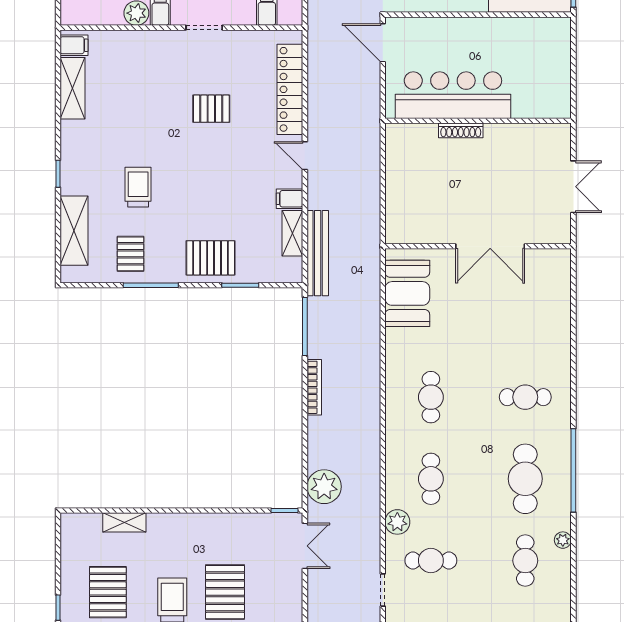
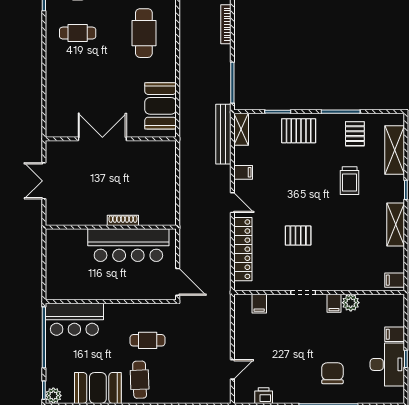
shelving: (73, 88) -> (396, 225), moved
shelving: (292, 233) -> (241, 129), moved
bookcase: (314, 387) -> (226, 24), moved
cafe table: (431, 397) -> (144, 33), width x1.37, depth x1.35

